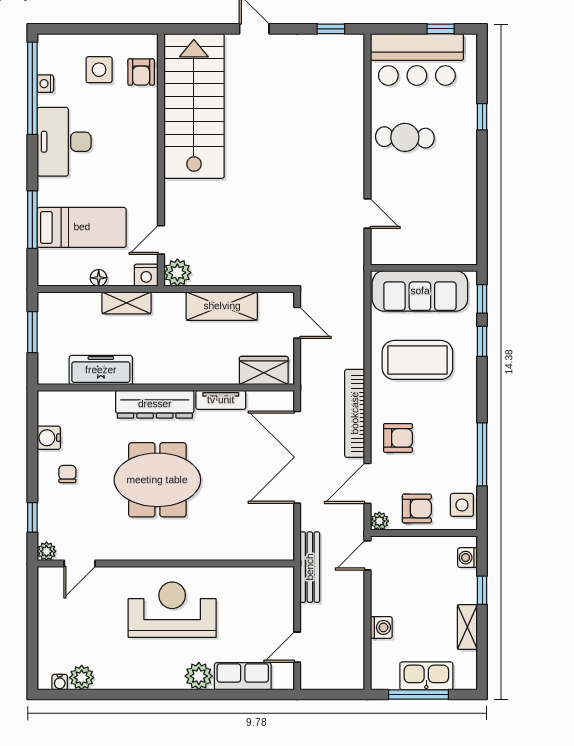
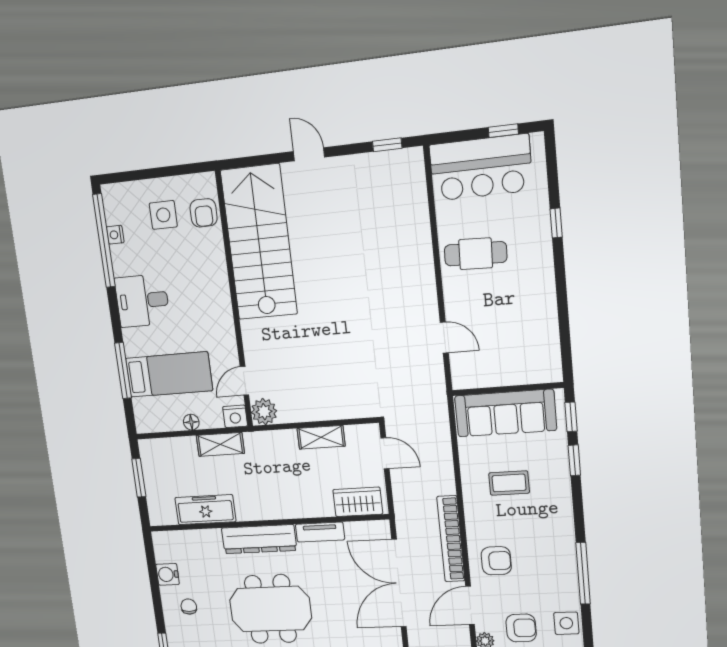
desk: (64, 142) -> (142, 301), width x0.73
shelving: (222, 306) -> (321, 437), width x0.67, depth x0.75
coffee table: (417, 360) -> (509, 483), width x0.54, depth x0.58

